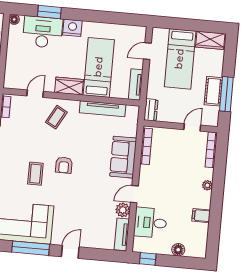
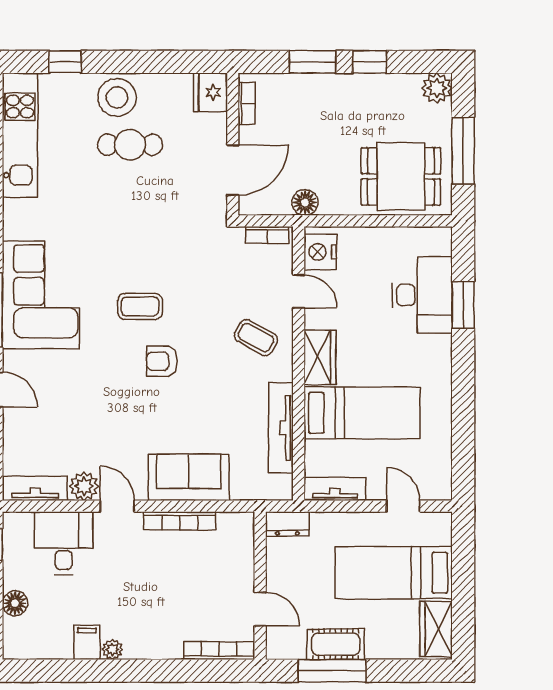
floor lamp: (14, 19) -> (442, 236), removed
nightstand: (72, 28) -> (320, 252), moved, turned 180
bookcase: (146, 146) -> (180, 521), moved
plant: (207, 185) -> (112, 649), moved

